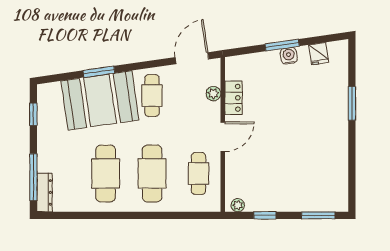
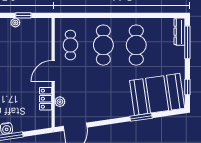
cafe table: (152, 96) -> (103, 100), removed
booth: (100, 100) -> (157, 94), moved
plant: (238, 205) -> (15, 23), moved

